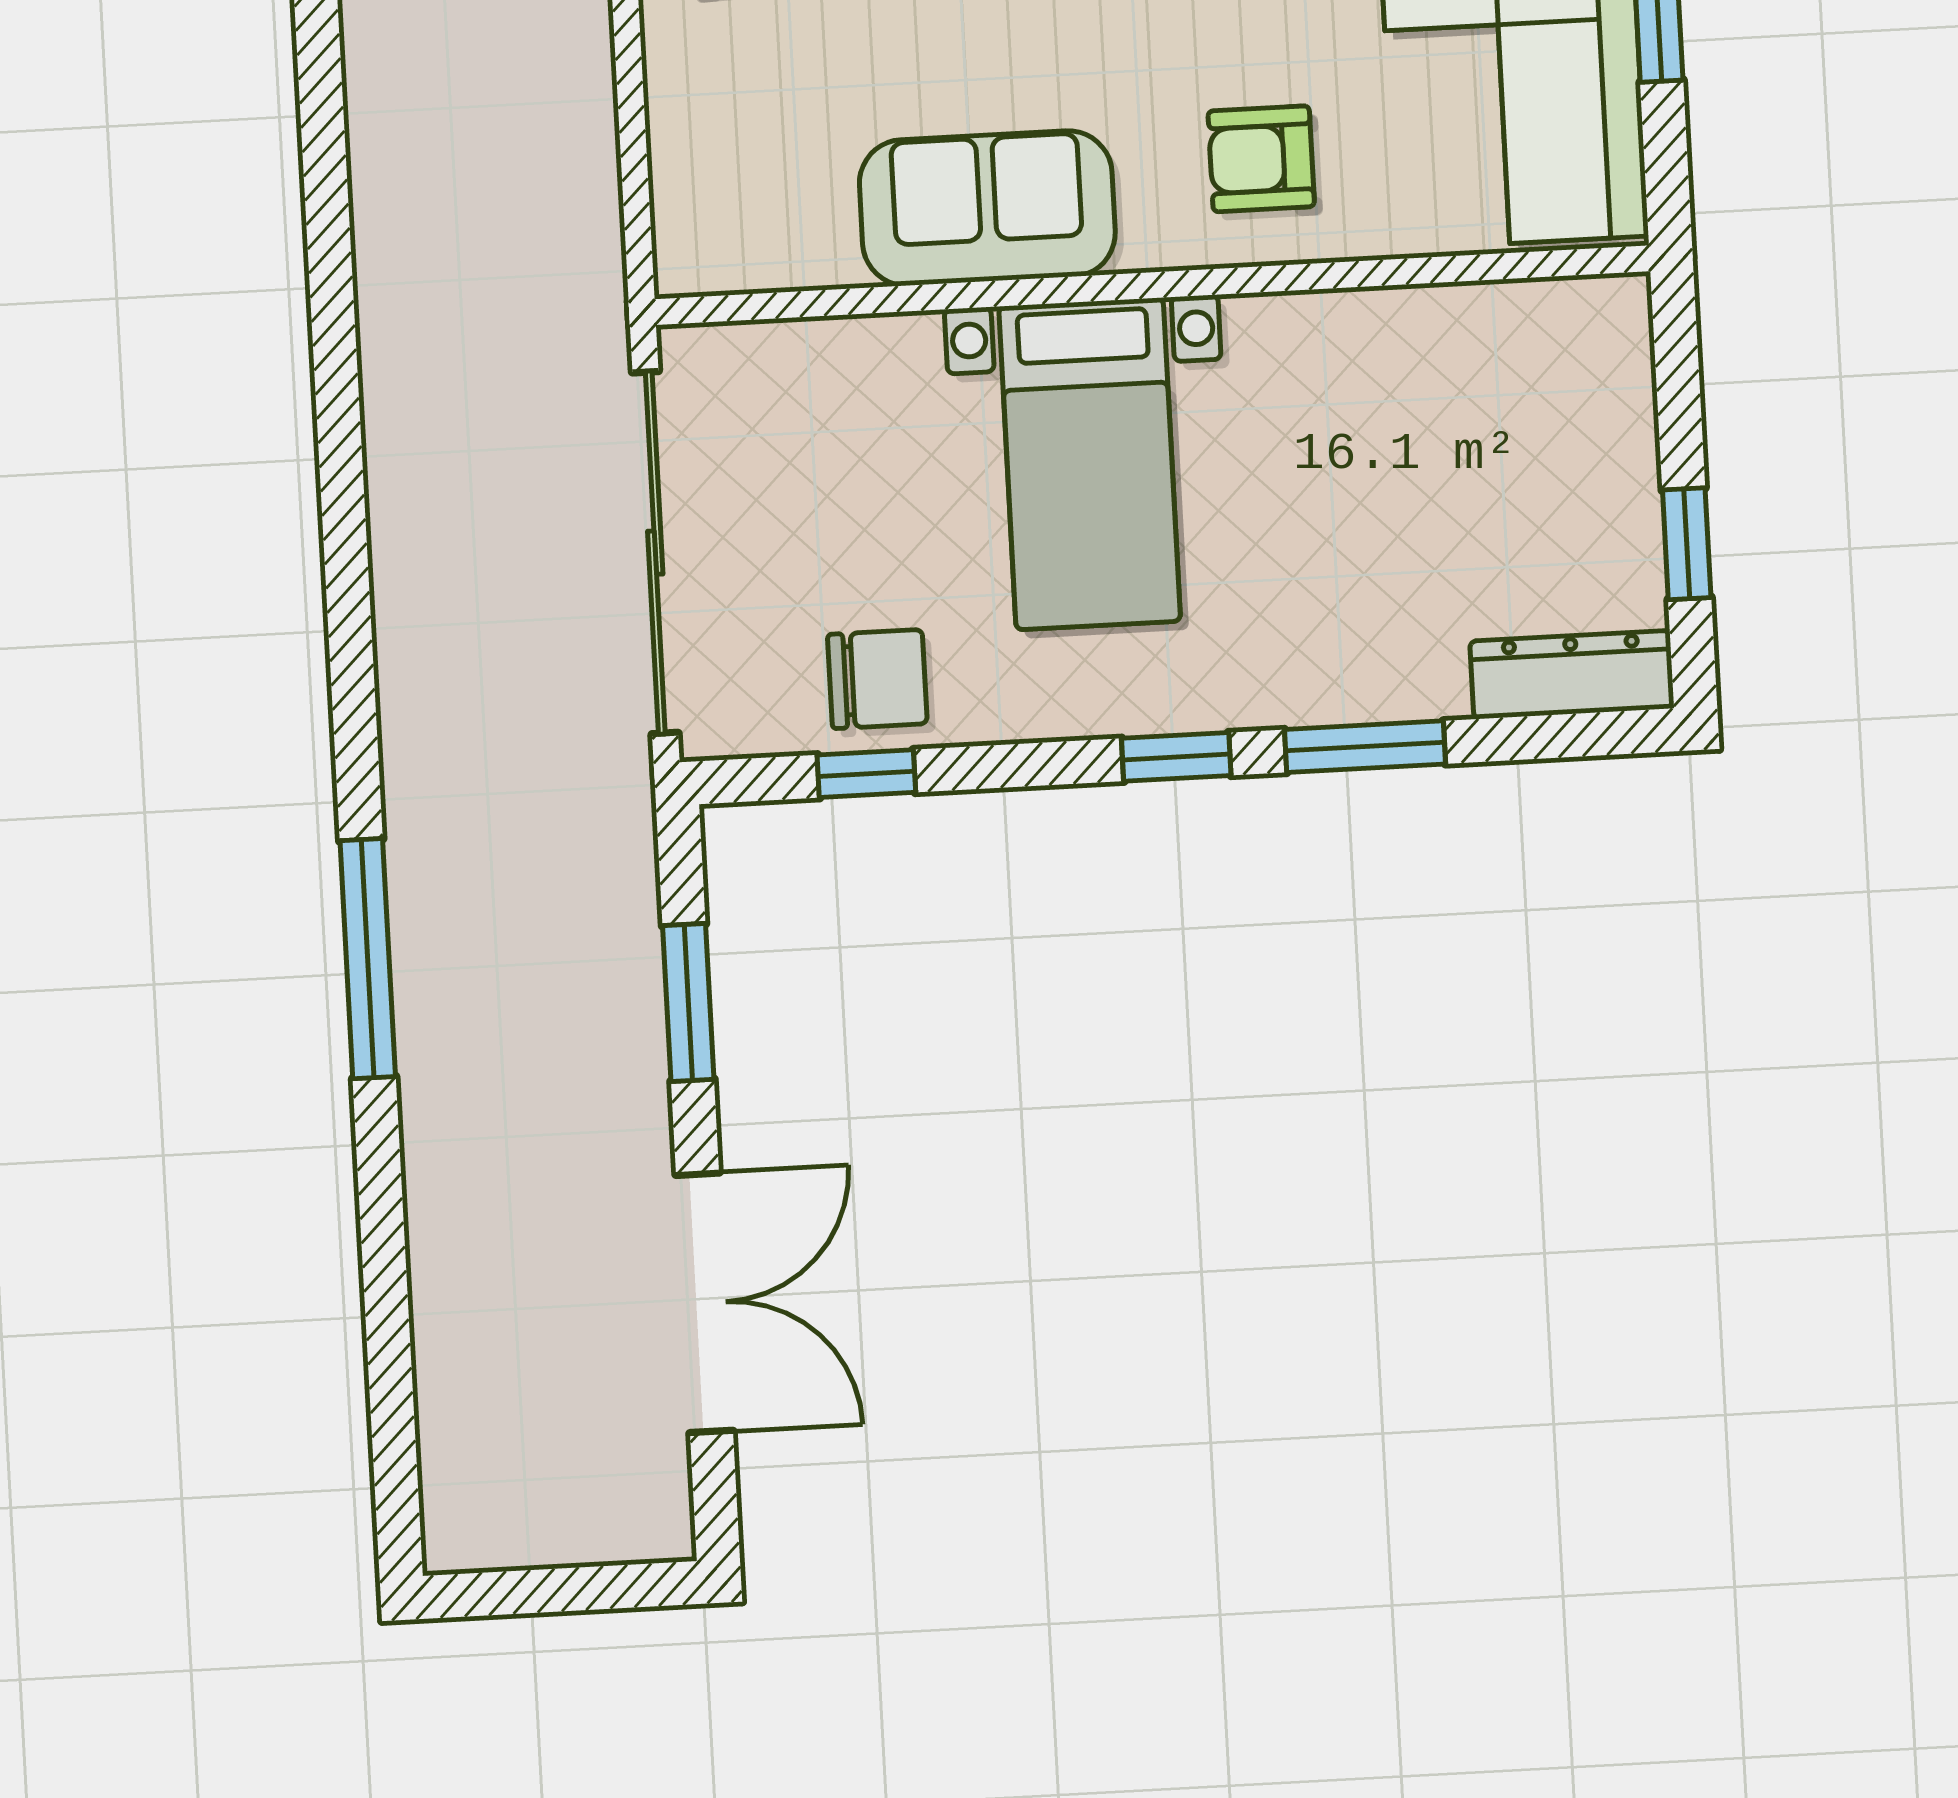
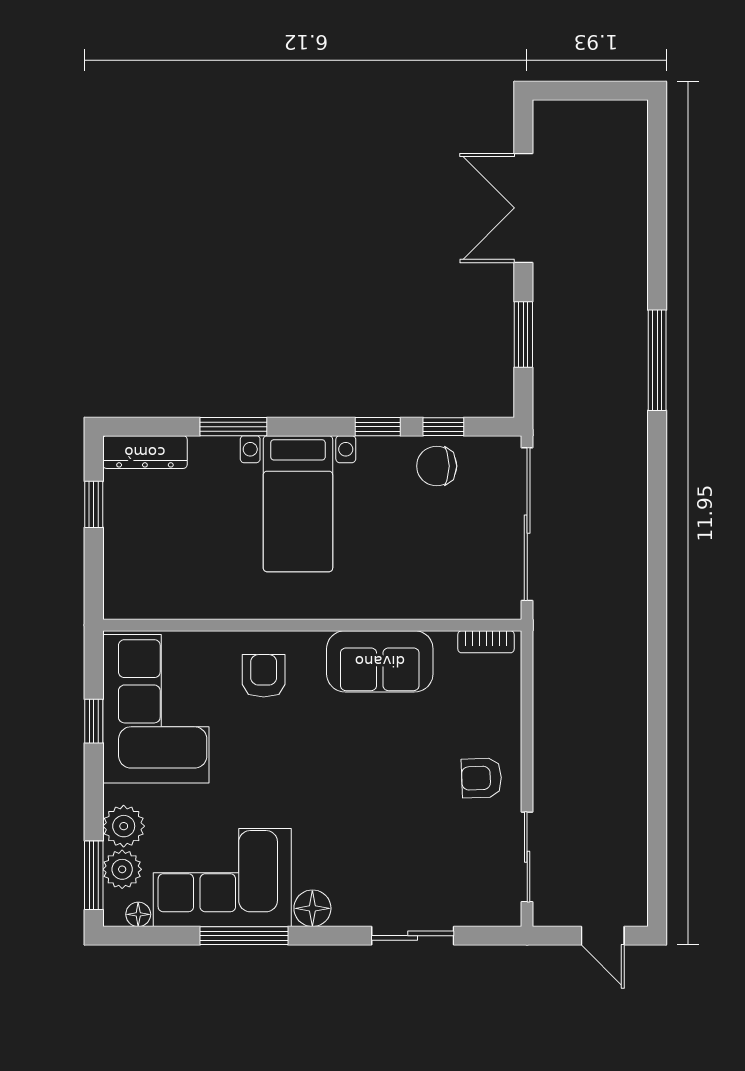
armchair: (1261, 159) -> (264, 676), turned -90
bookcase: (738, 268) -> (486, 642), added
bed with nightstands: (1090, 464) -> (298, 504), moved, turned 180
window: (1176, 757) -> (378, 427), moved

